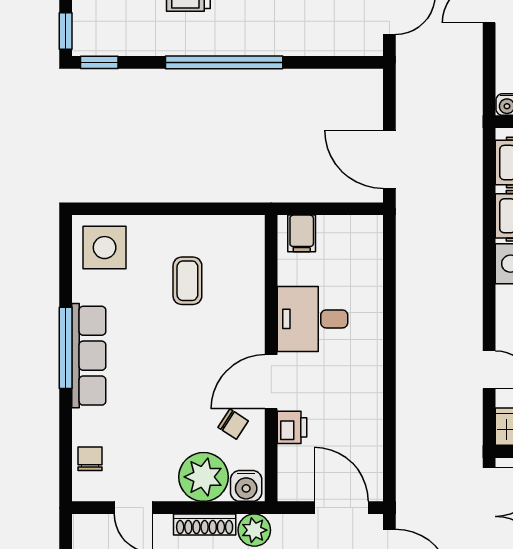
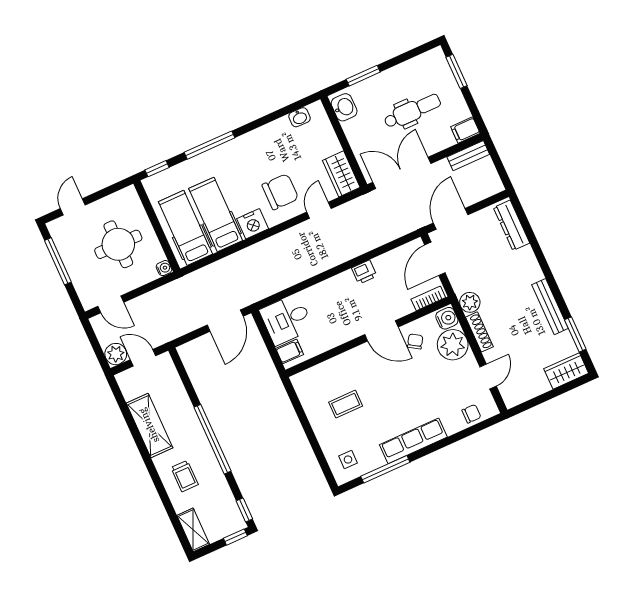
side table: (105, 248) -> (348, 460), width x0.54, depth x0.54
desk: (312, 319) -> (287, 319), moved, turned 90
window: (66, 348) -> (385, 469), moved
printer: (292, 427) -> (364, 272), moved, turned 180
chair: (90, 459) -> (471, 414), turned 180
bookcase: (288, 472) -> (428, 298), added

